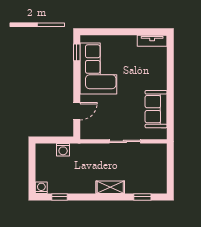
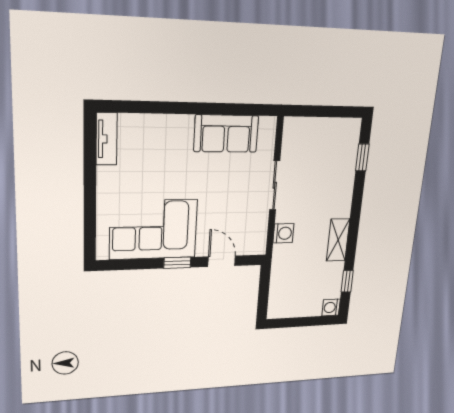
window: (77, 52) -> (177, 263), moved
washing machine: (63, 150) -> (283, 233), moved
shelving: (110, 187) -> (338, 240), moved

